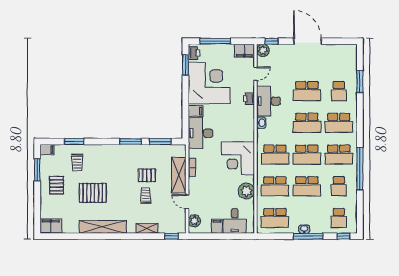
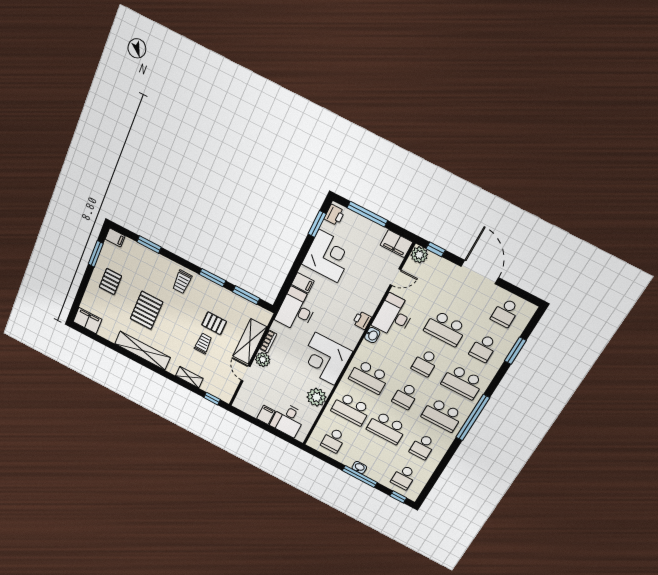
school desk: (339, 59) -> (505, 313), added
corner desk: (209, 83) -> (328, 256), width x0.74, depth x0.74
printer: (249, 99) -> (362, 320), moved
school desk: (307, 123) -> (425, 363), width x0.54
school desk: (307, 155) -> (406, 396), width x0.54
trolley: (77, 162) -> (182, 282), moved
window: (360, 169) -> (473, 418), moved
pallet: (93, 193) -> (146, 310), turned 90
school desk: (275, 218) -> (333, 440), width x0.54
plant: (194, 221) -> (263, 360), moved

